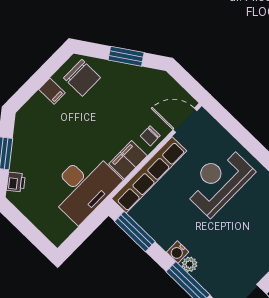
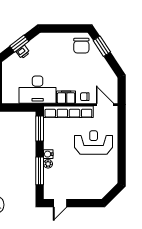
window: (126, 56) -> (102, 46), moved
filing cabinet: (52, 91) -> (64, 39), removed
printer: (16, 182) -> (23, 52), moved

